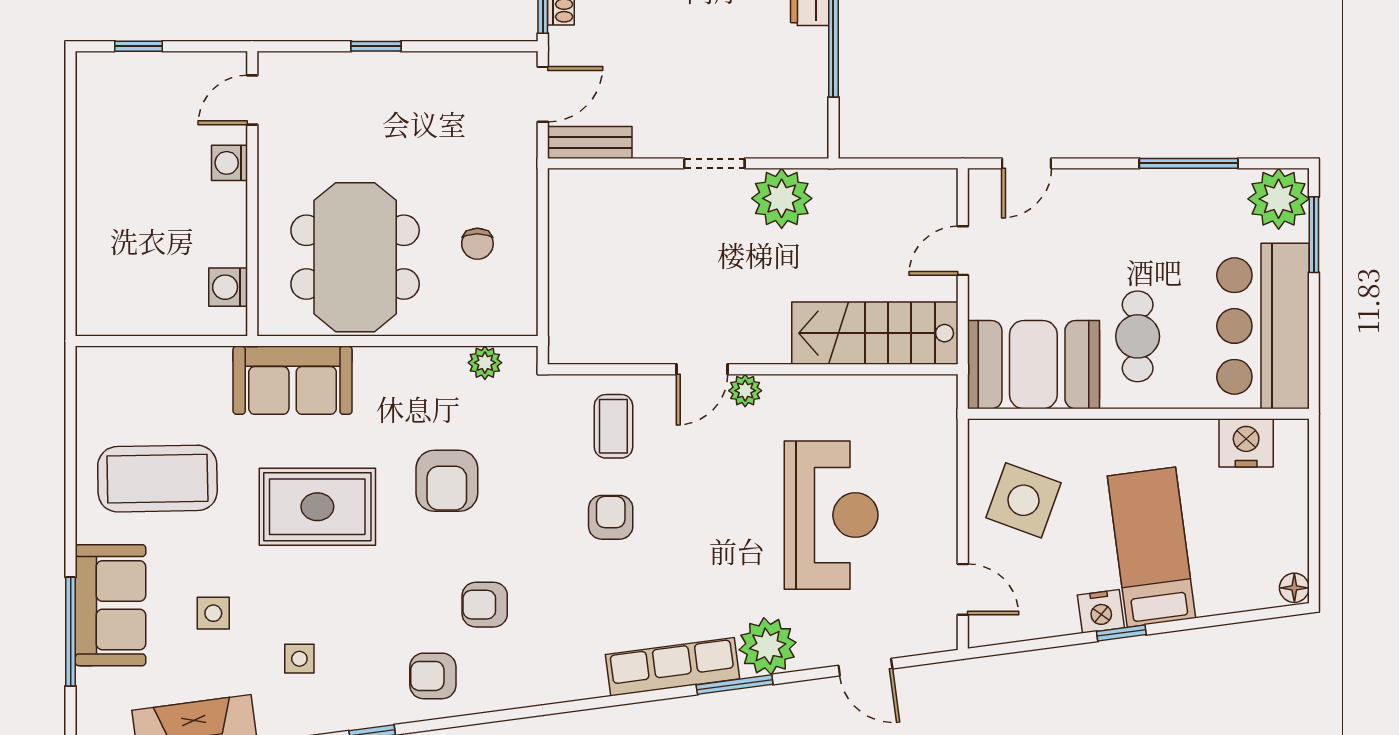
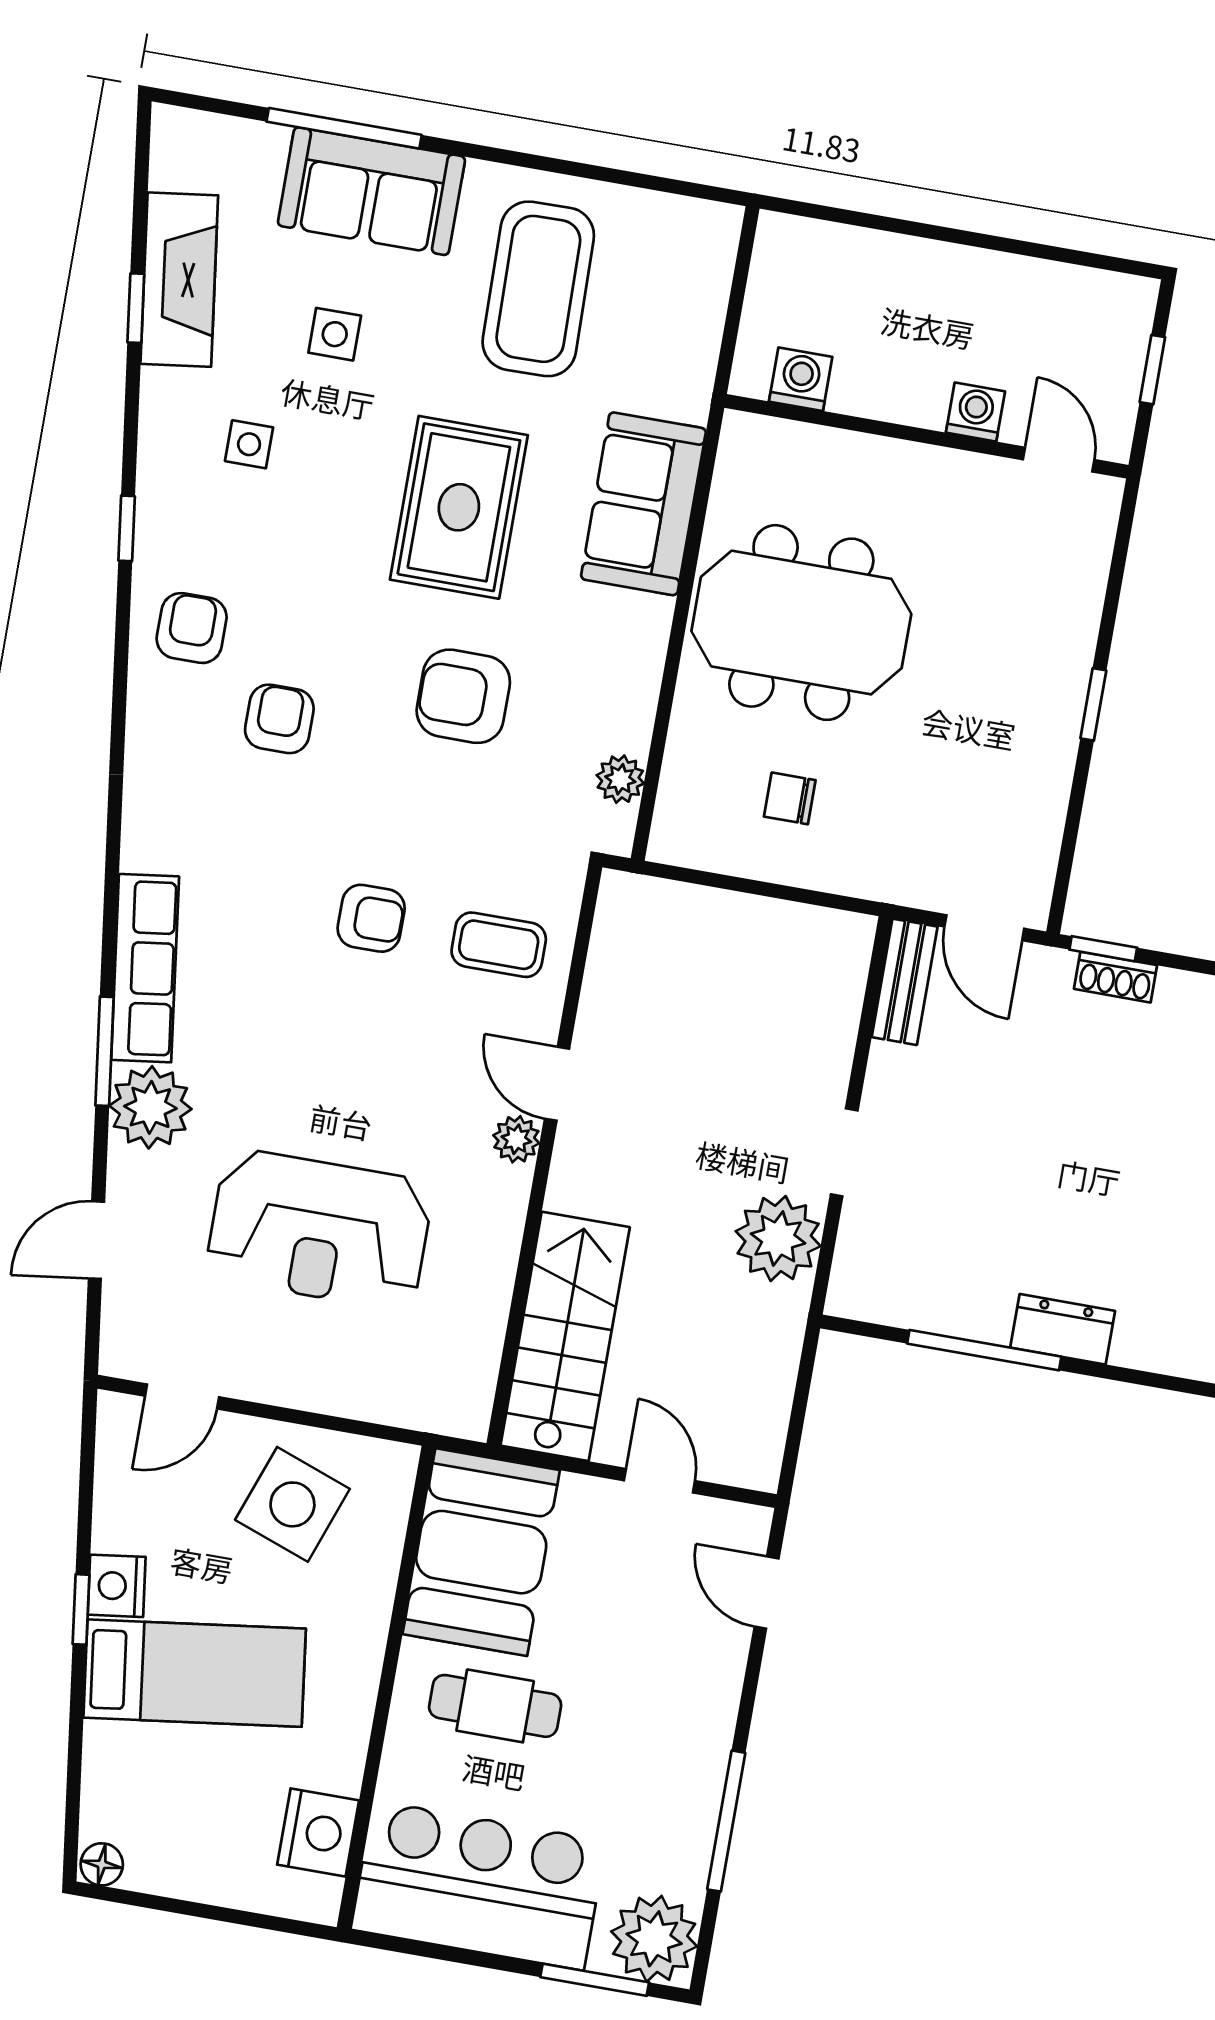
door: (252, 100) -> (1059, 460), moved
washing machine: (230, 163) -> (975, 412), moved
wall: (252, 194) -> (926, 436), moved
washing machine: (228, 287) -> (801, 379), moved

